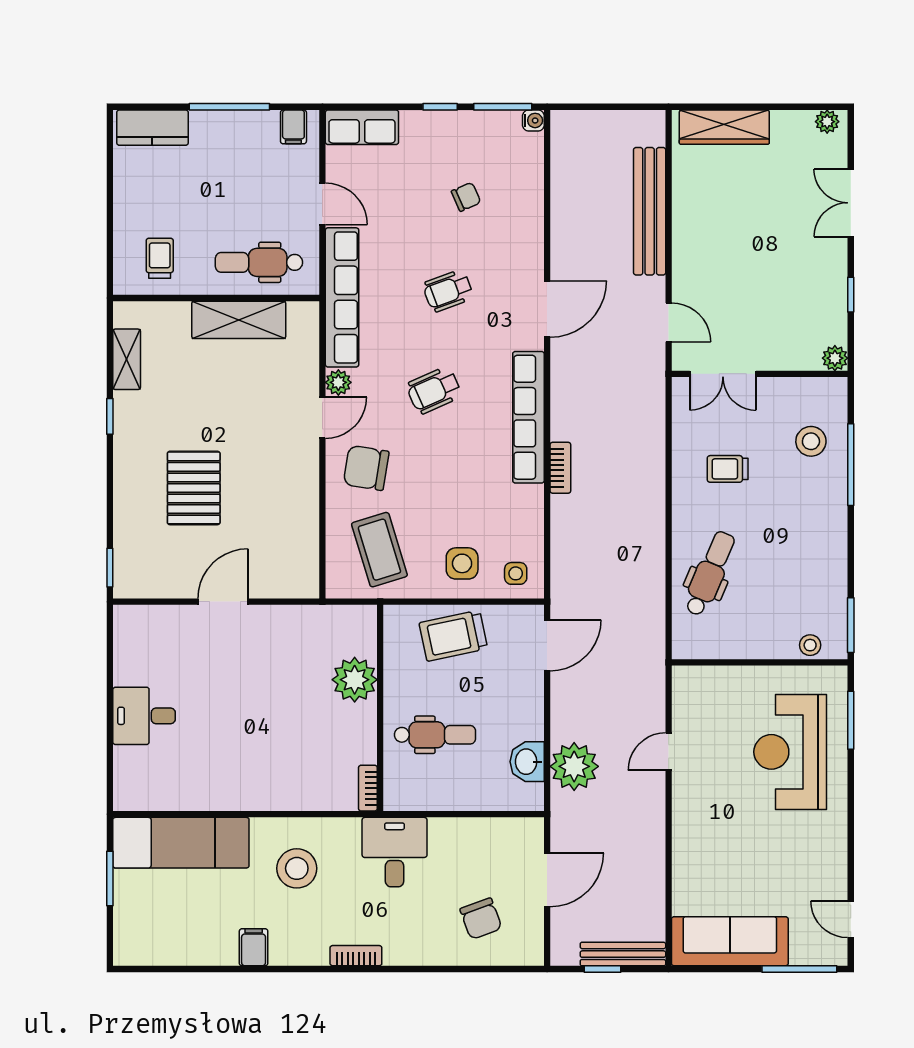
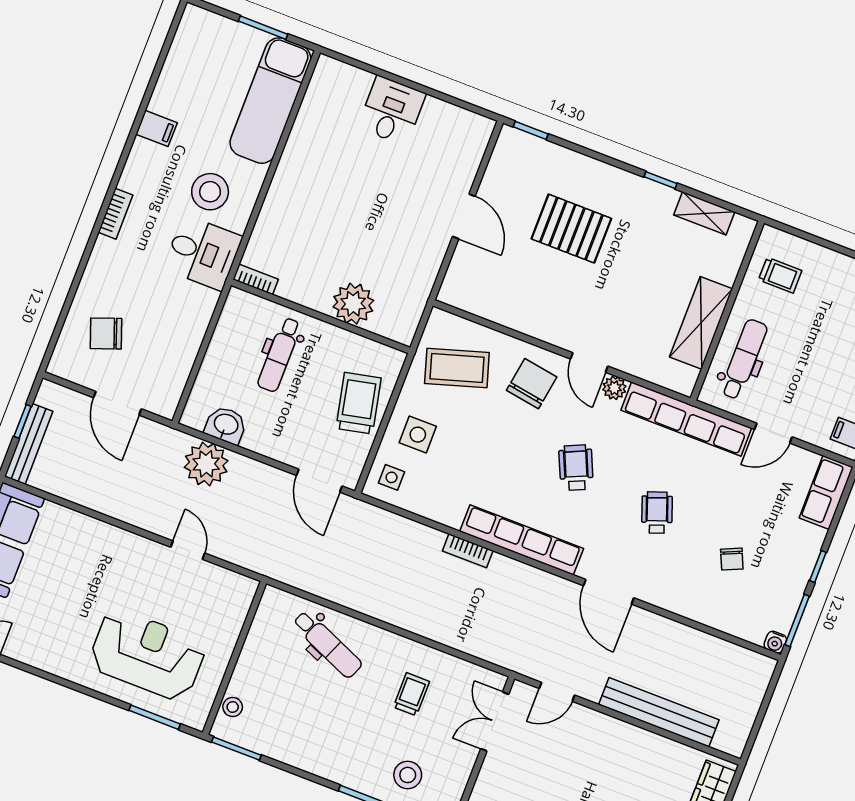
desk: (395, 852) -> (203, 253), moved

